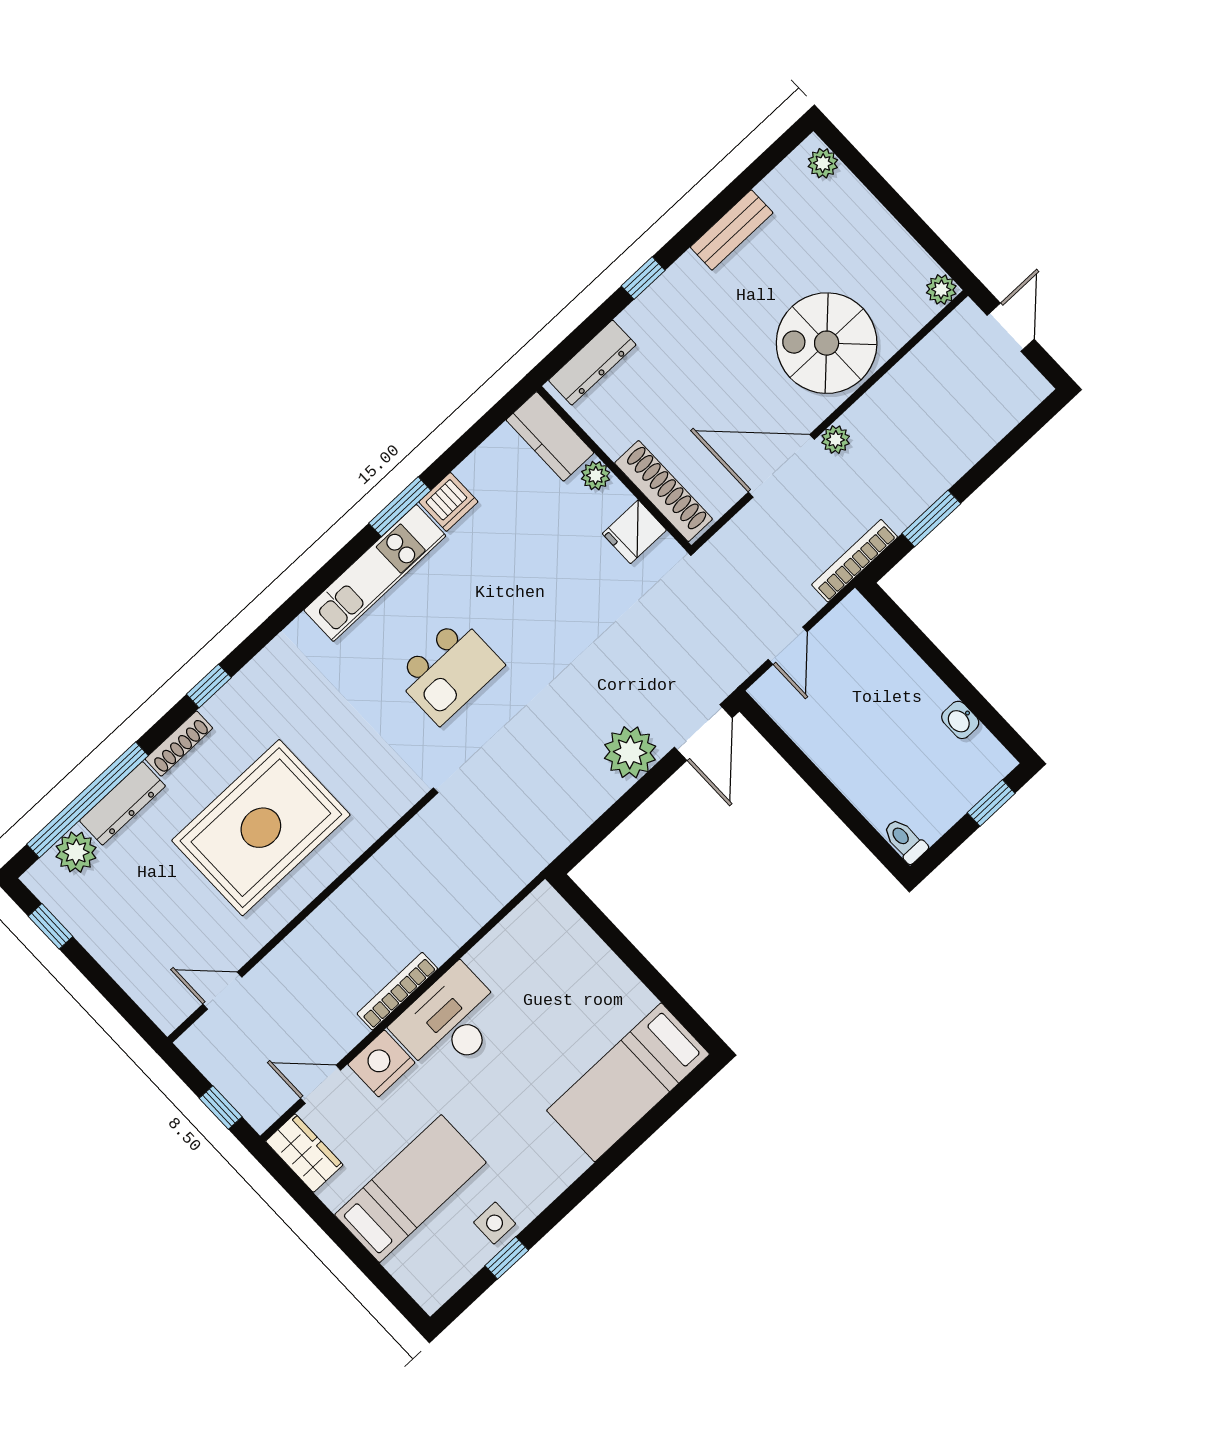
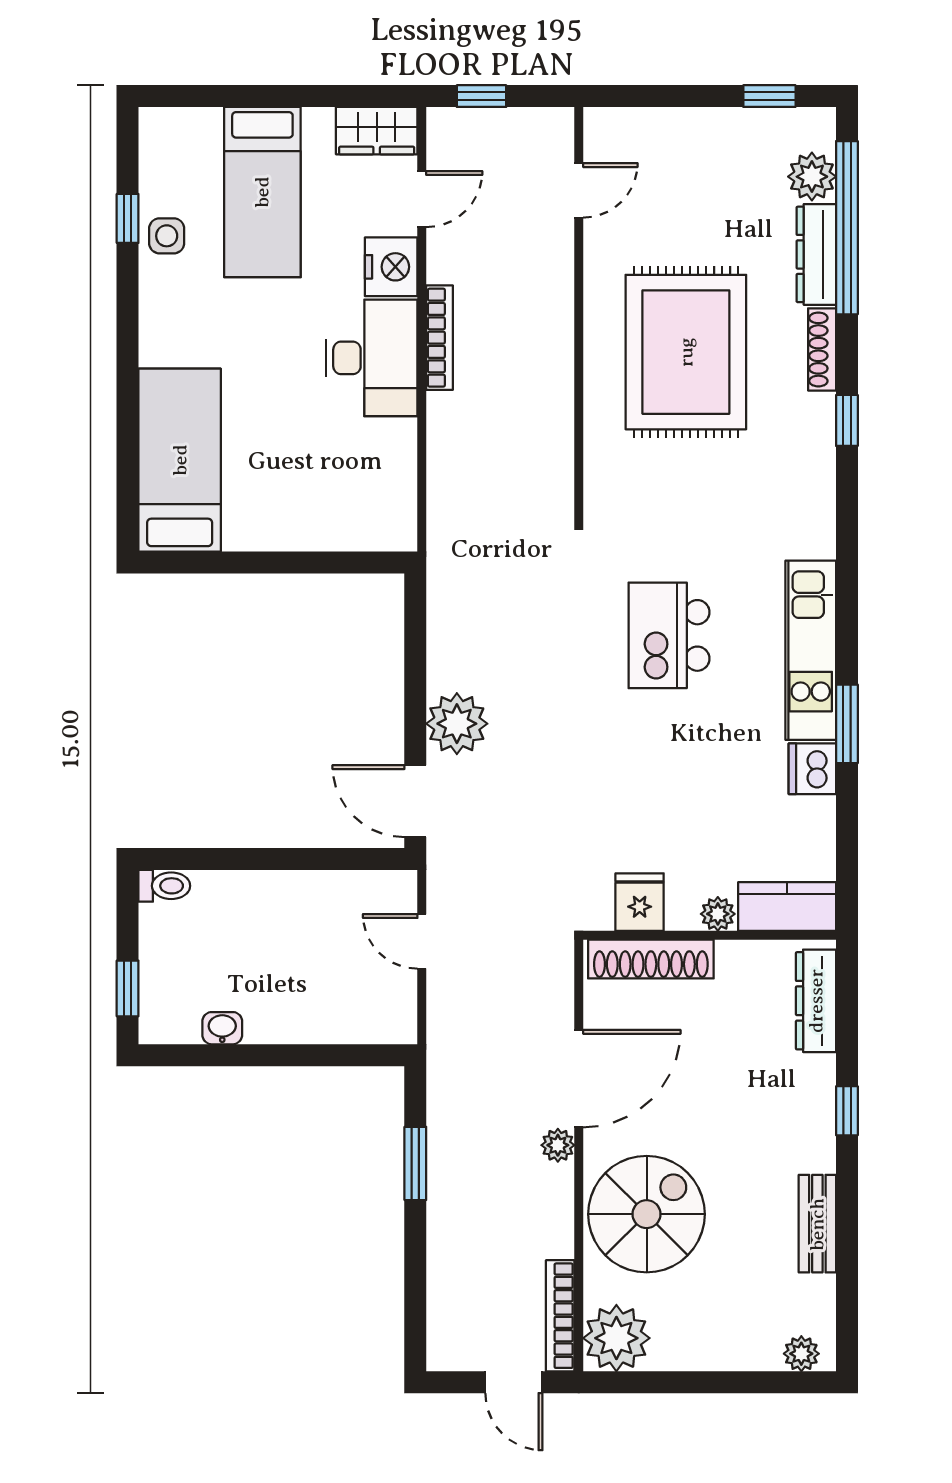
plant: (941, 289) -> (616, 1338), width x1.88, depth x1.88
bookcase: (855, 561) -> (560, 1316), moved, turned 180

